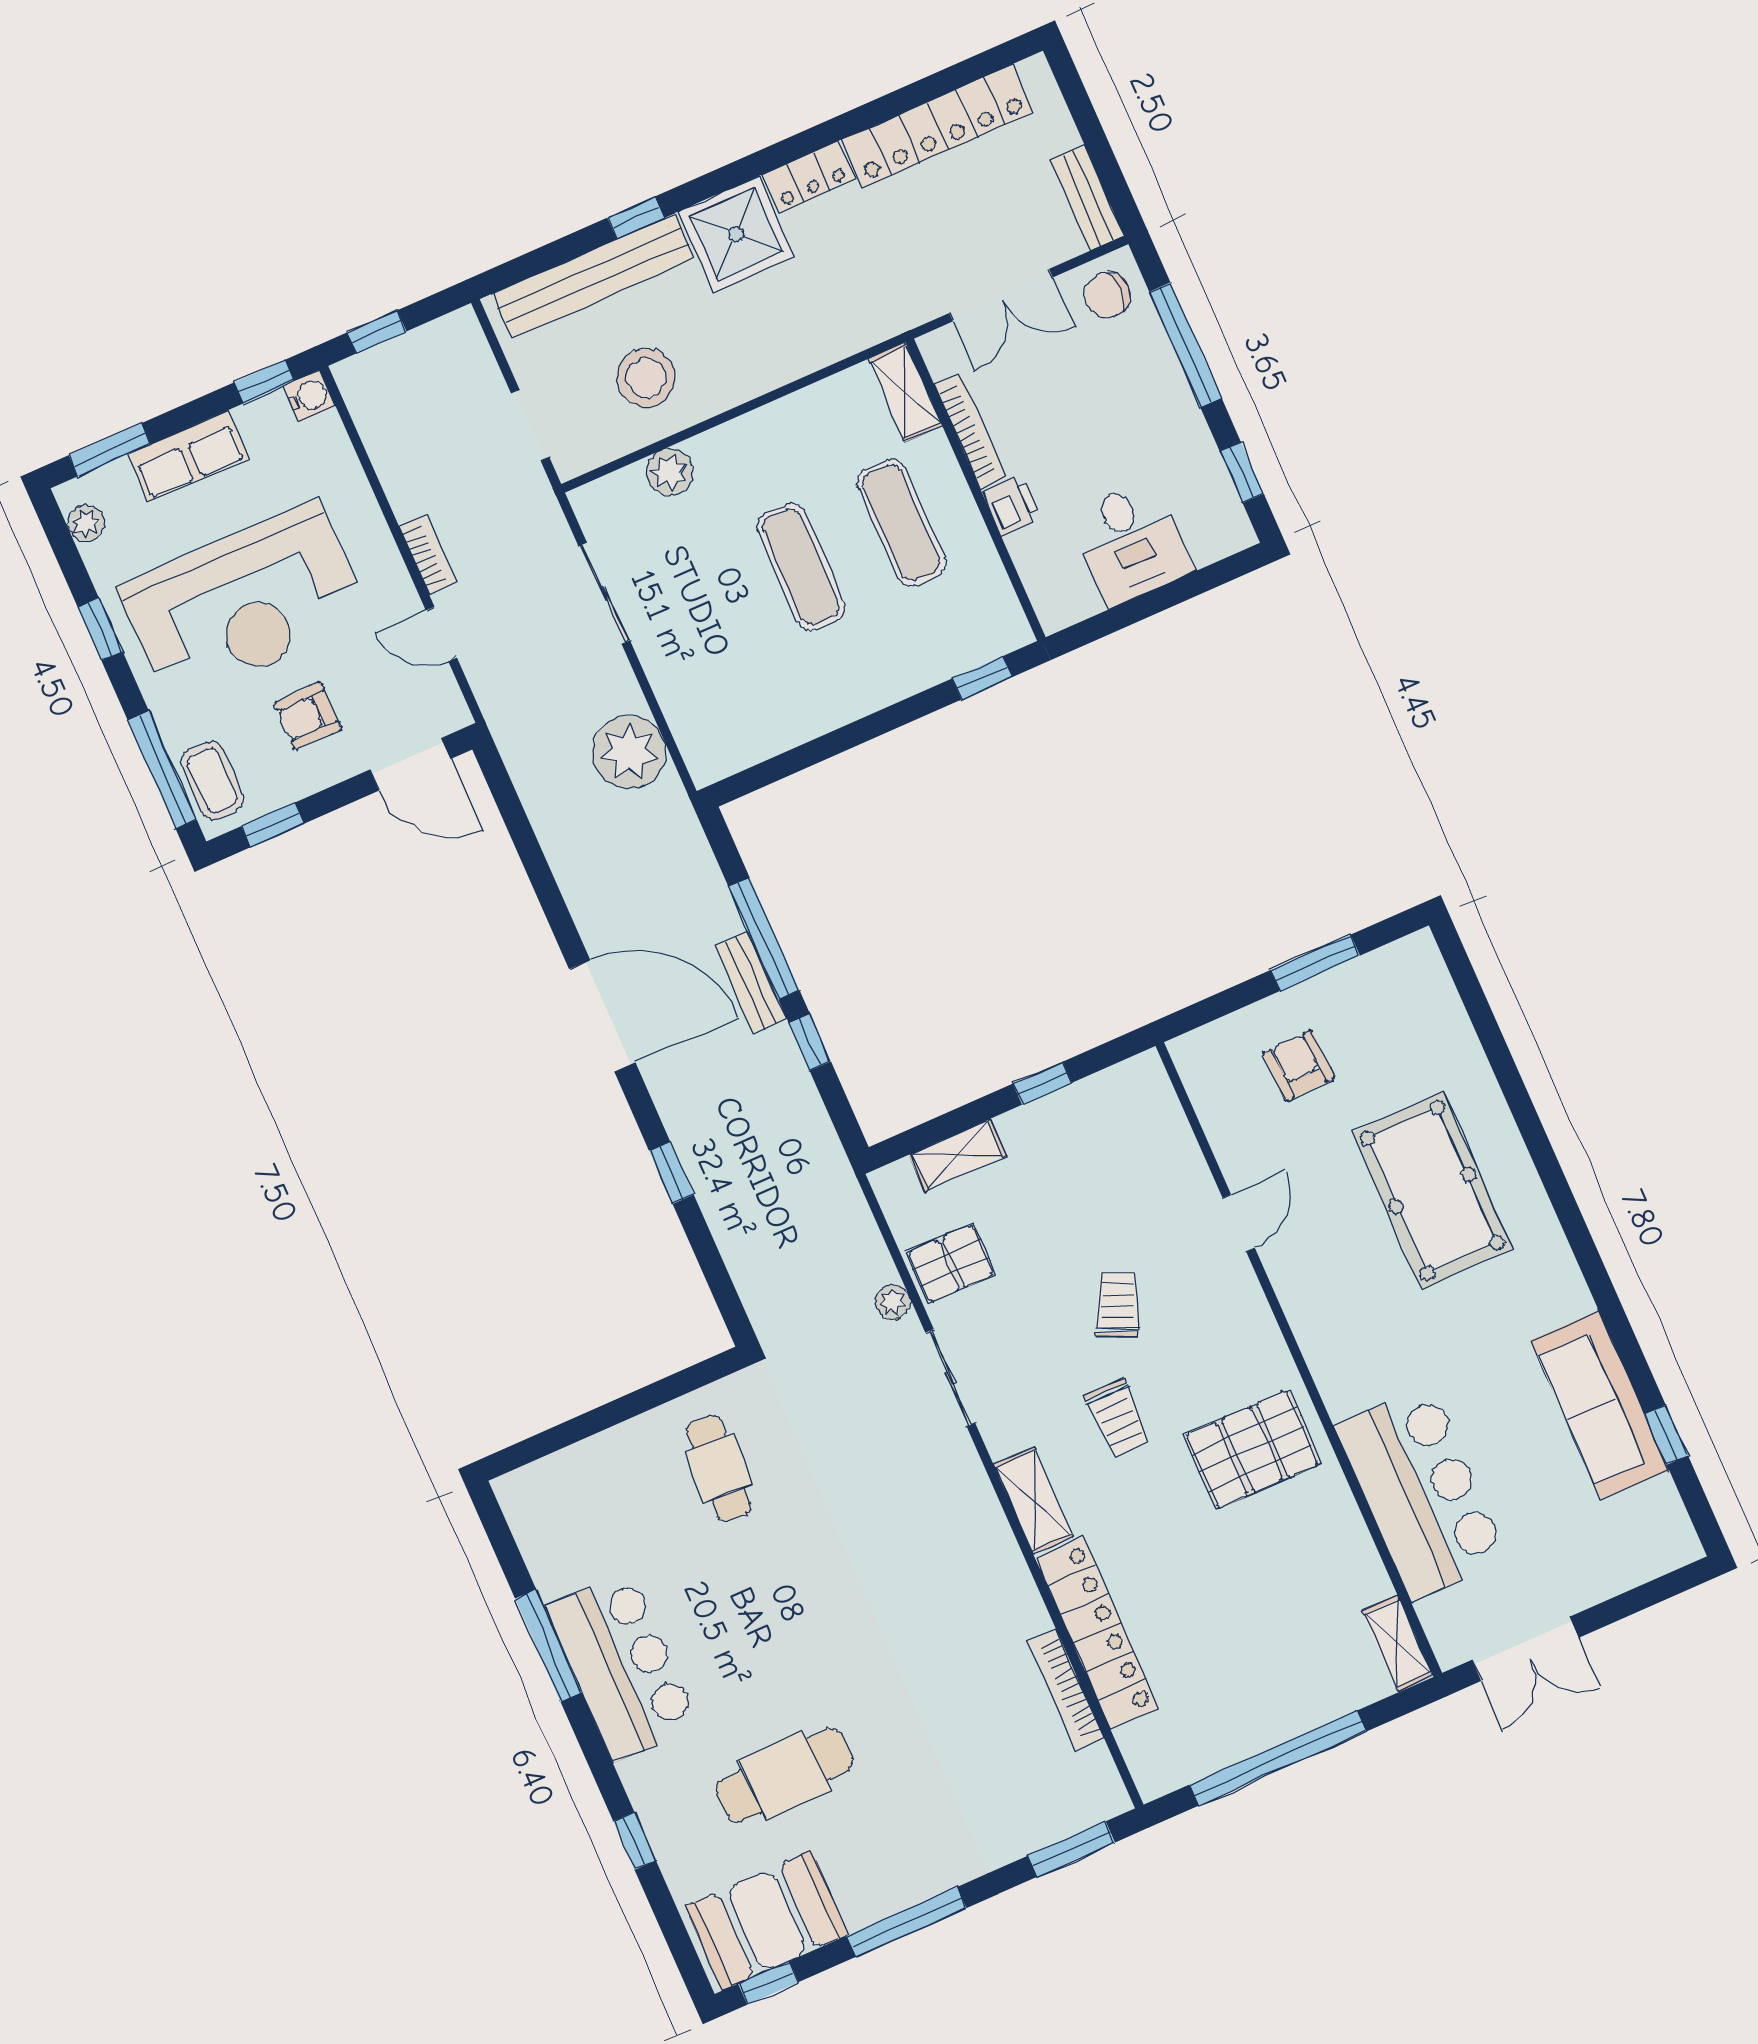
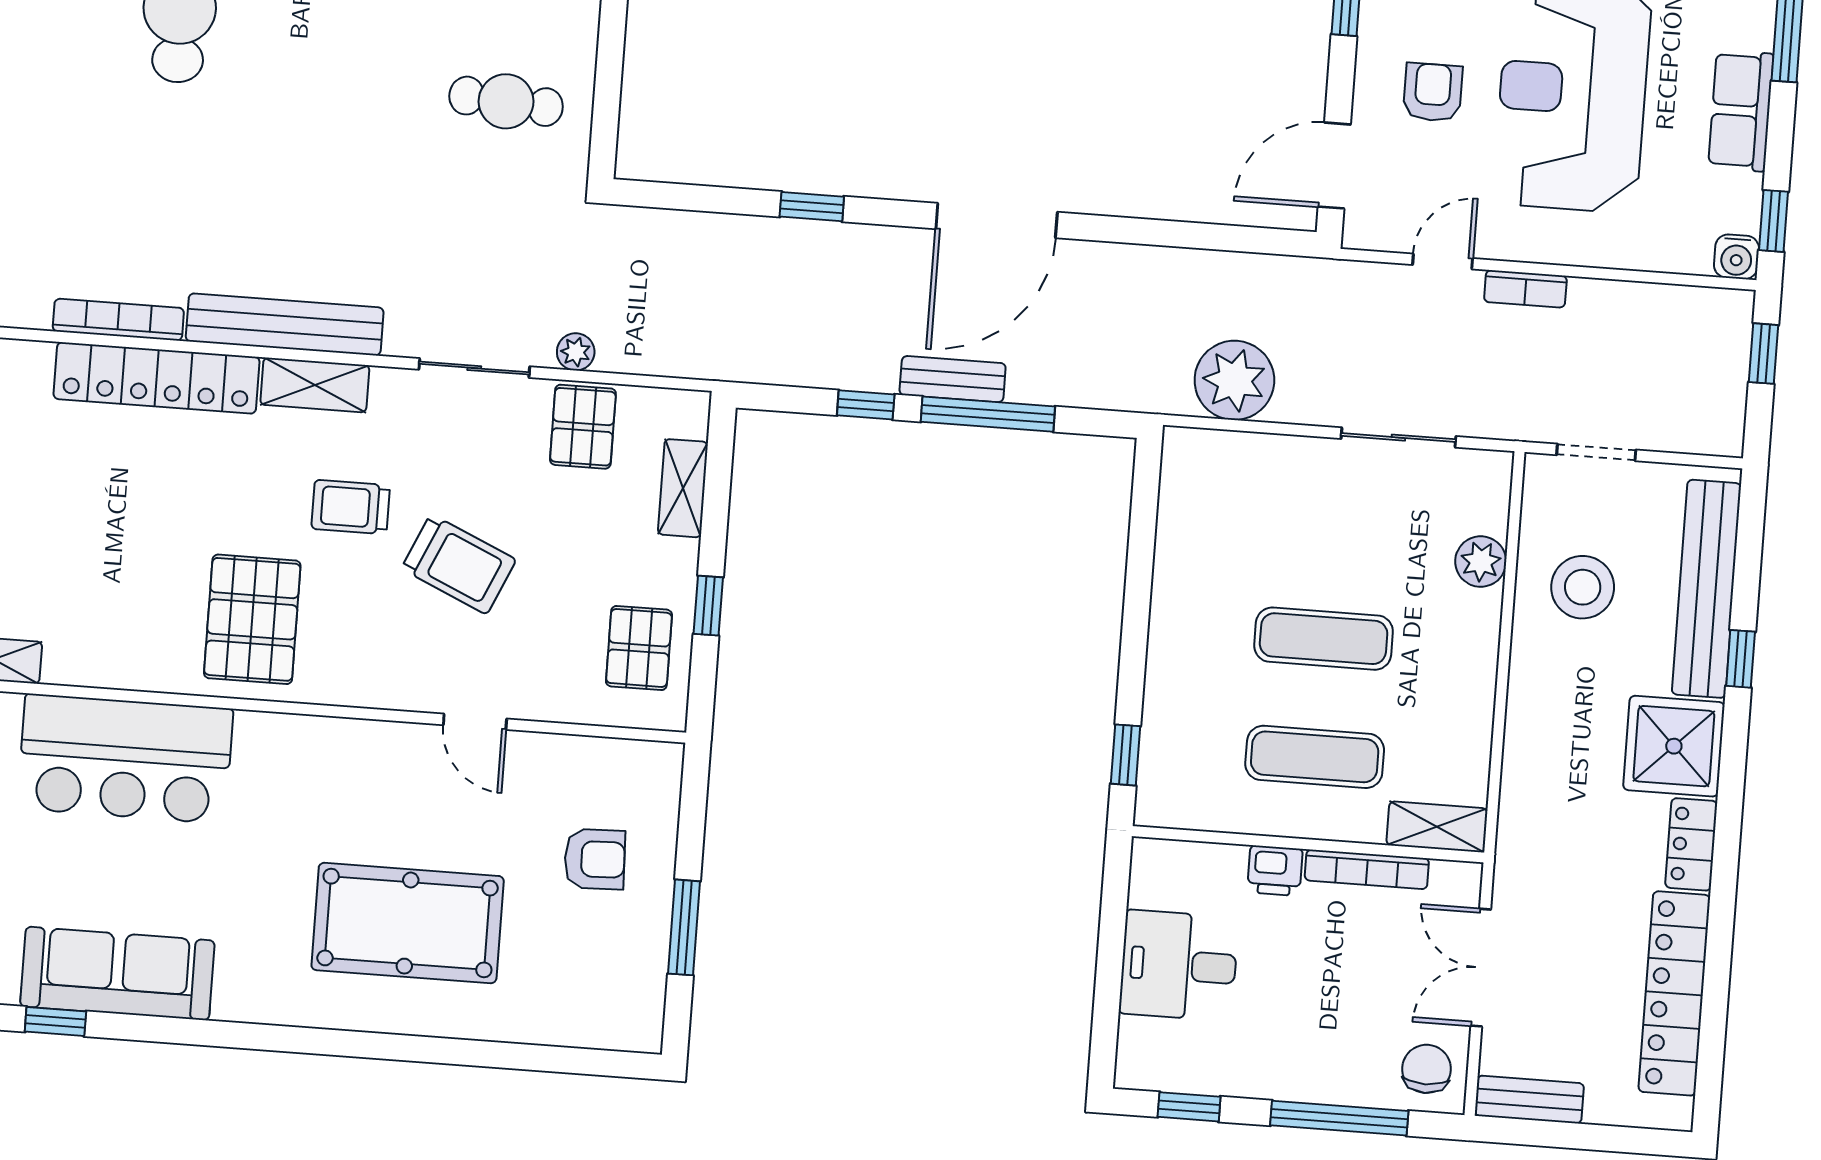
pallet: (1107, 1121) -> (639, 648), added
trolley: (1117, 1305) -> (459, 564), width x1.36, depth x1.39
bench: (997, 1552) -> (285, 324), added

